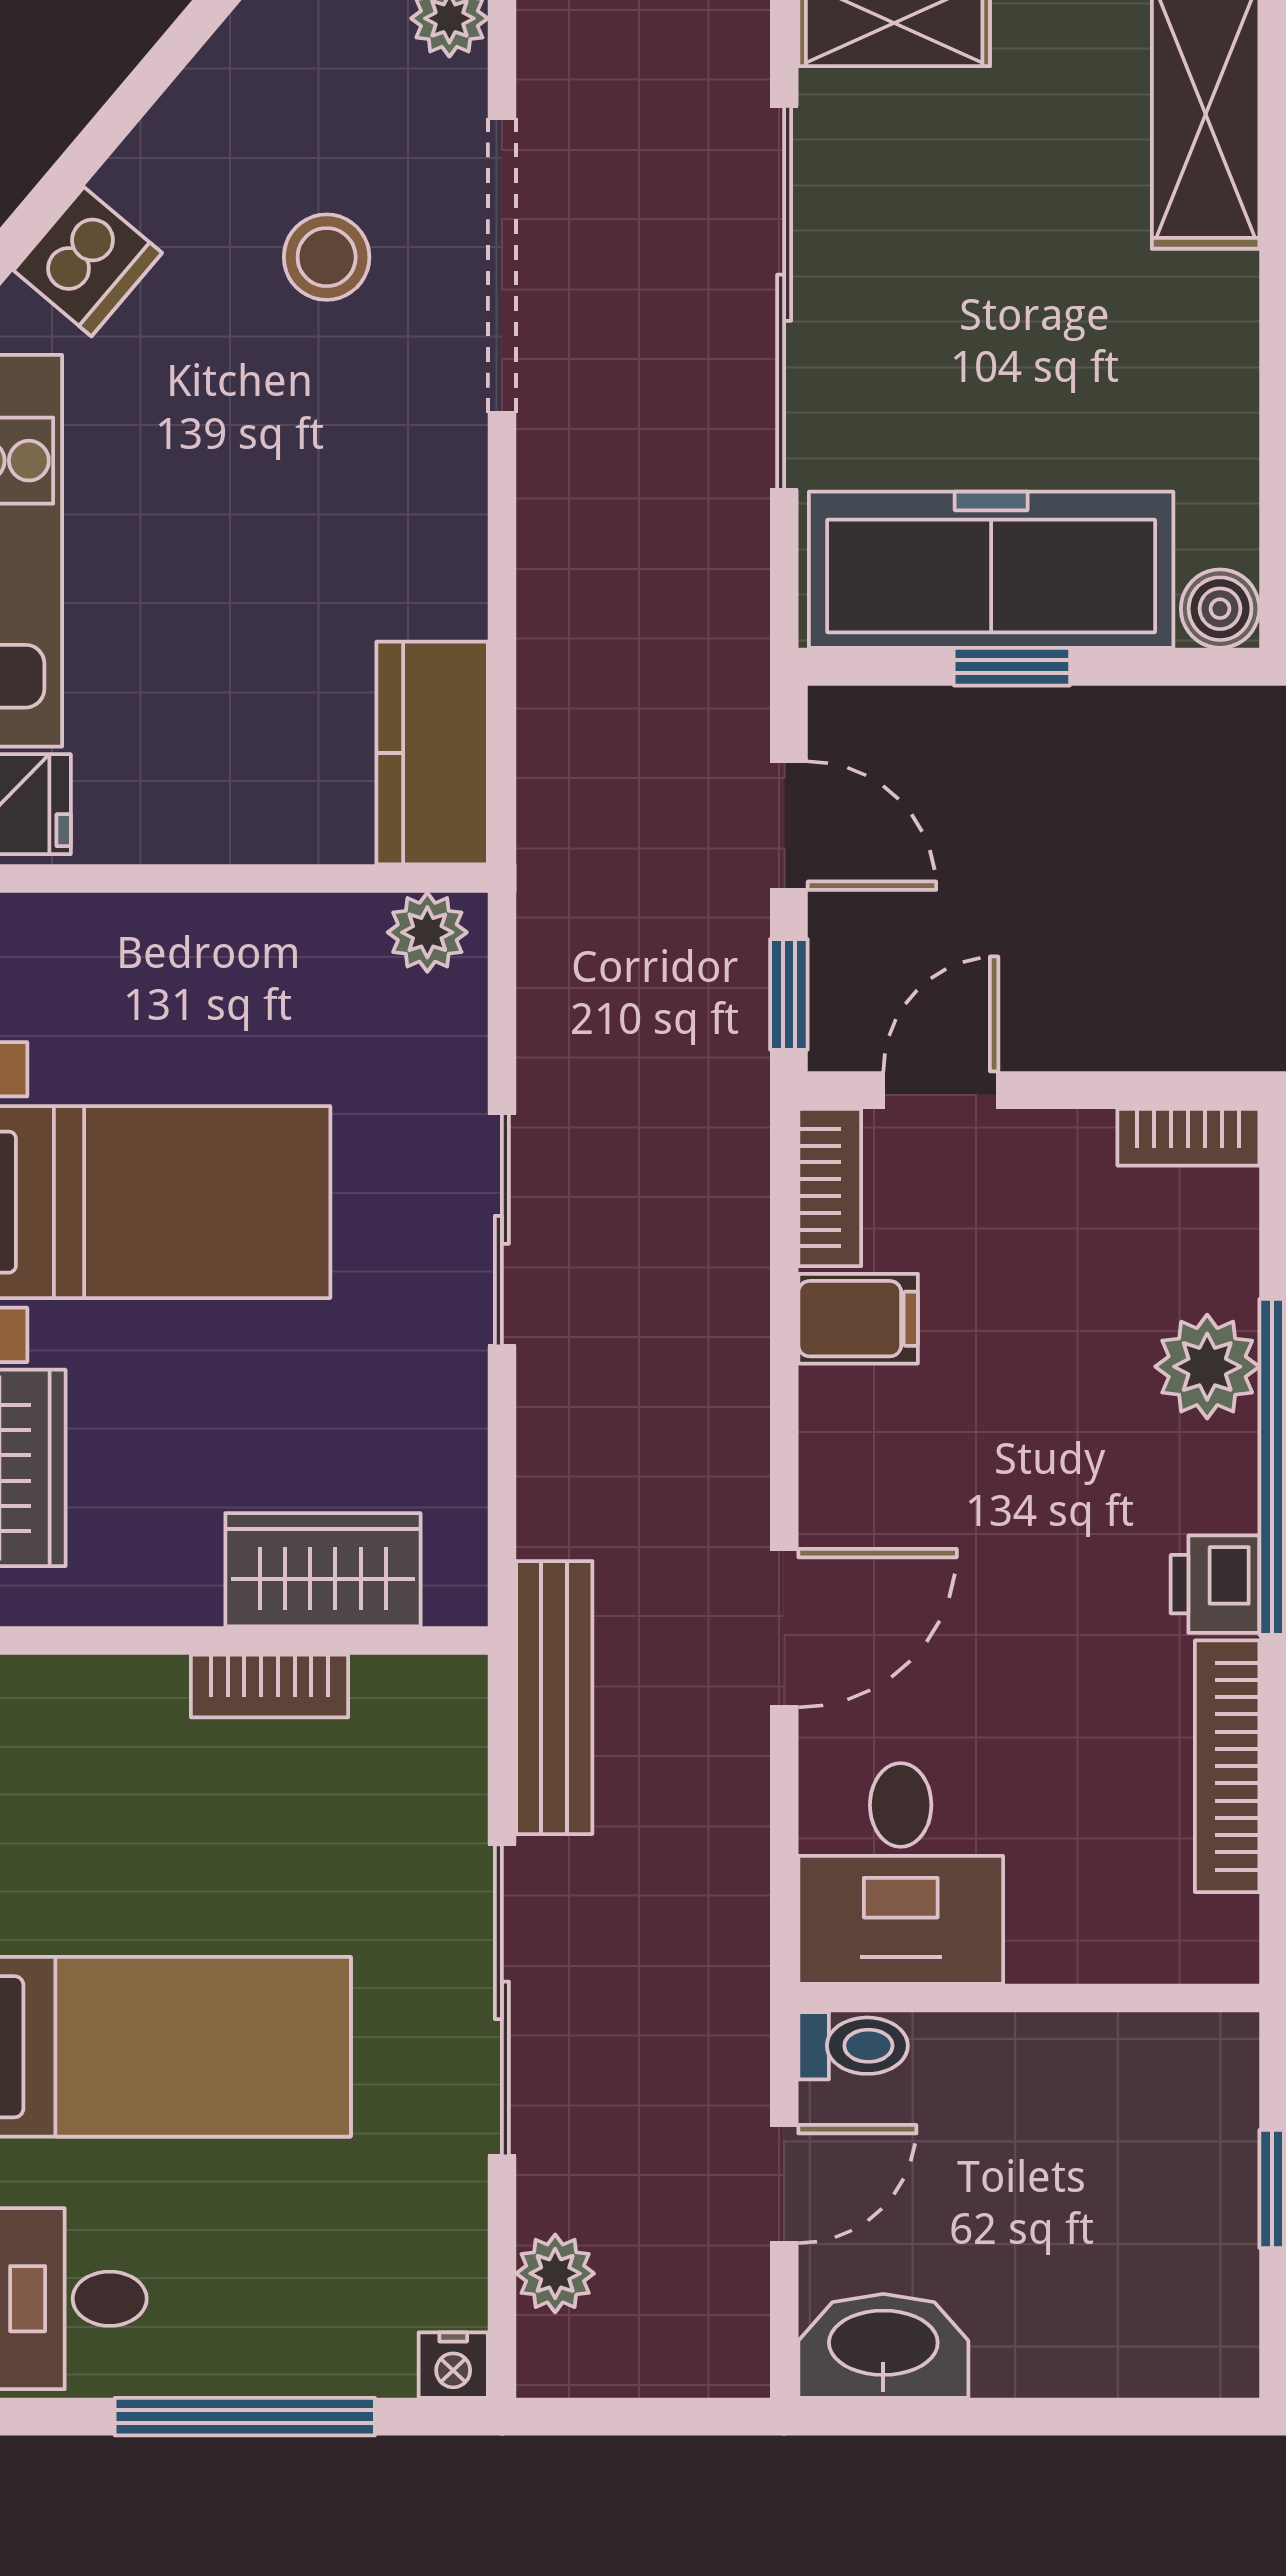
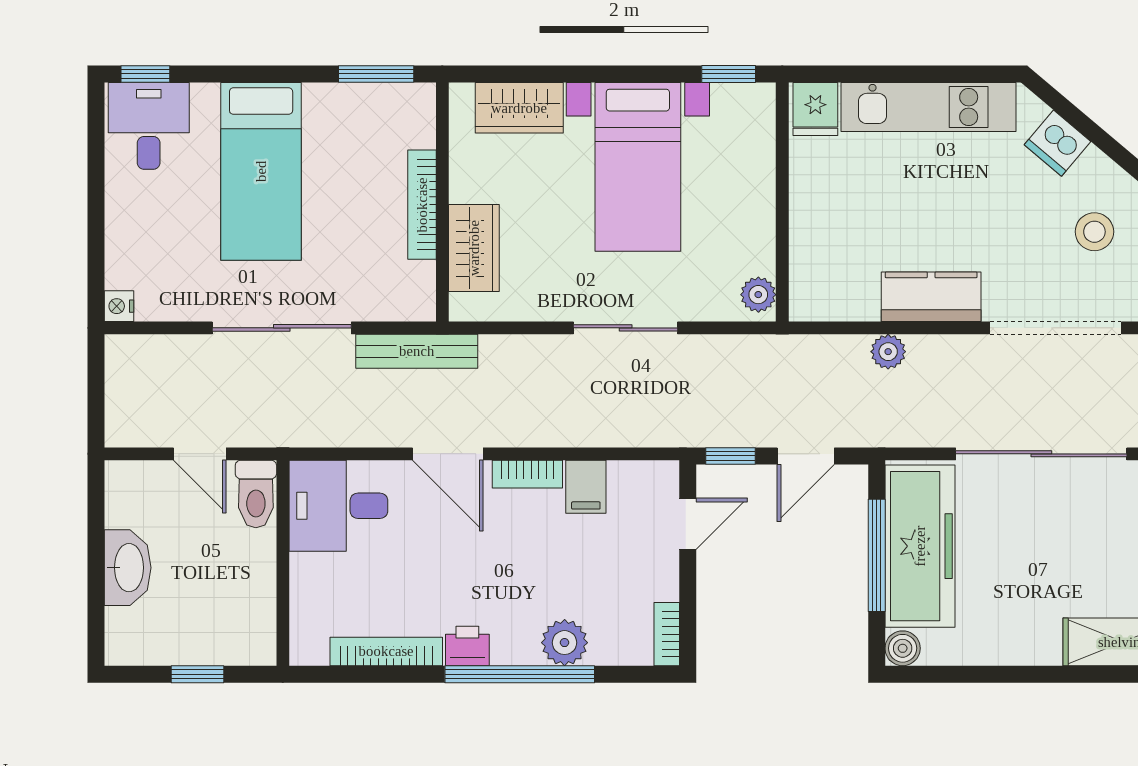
stool: (327, 257) -> (1094, 232), moved
window: (1012, 667) -> (877, 555), width x2.17
kitchen counter: (432, 753) -> (931, 297), moved
door: (941, 1090) -> (688, 524), hinge flipped
bookcase: (830, 1188) -> (527, 474), moved
bookcase: (270, 1686) -> (422, 205), width x1.56
toilet: (853, 2046) -> (256, 494), width x1.37, depth x1.39
plant: (555, 2273) -> (888, 352), moved
washbasin: (883, 2346) -> (128, 568), moved
window: (245, 2417) -> (96, 213), removed

